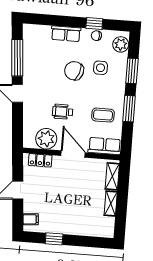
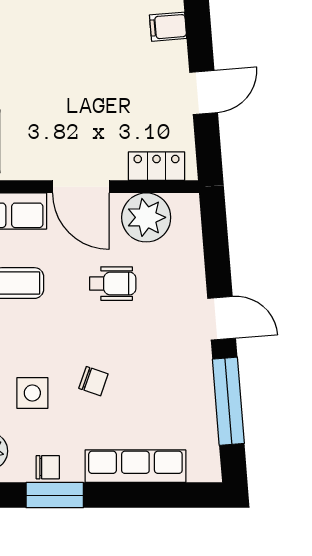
window: (94, 23) -> (55, 495), width x1.50
row of seats: (66, 34) -> (135, 466), width x1.48
chair: (74, 71) -> (93, 381), width x0.54, depth x0.54

